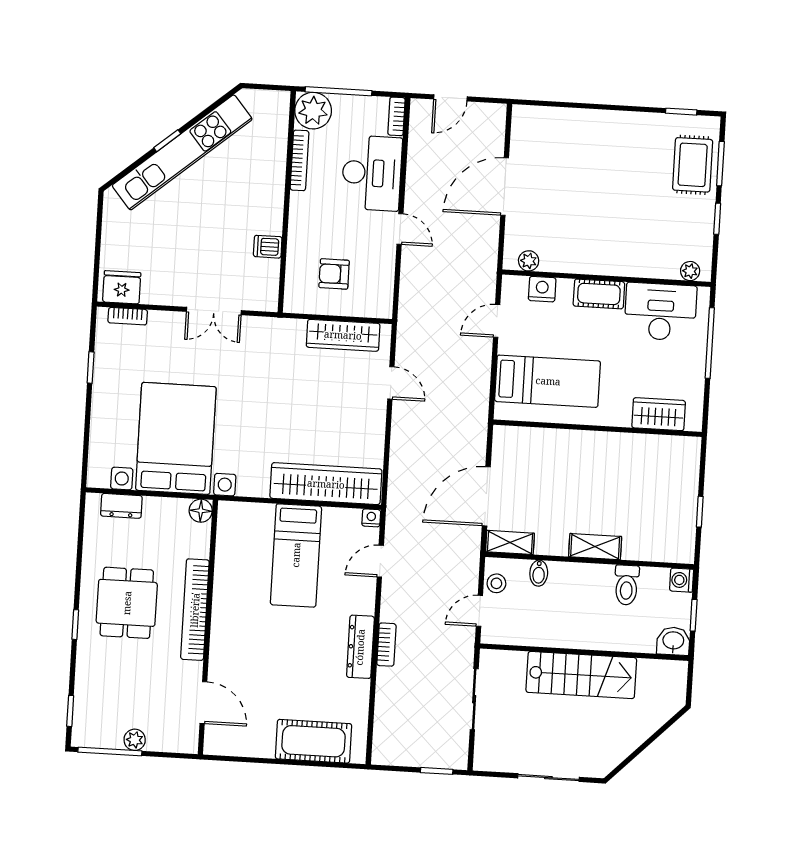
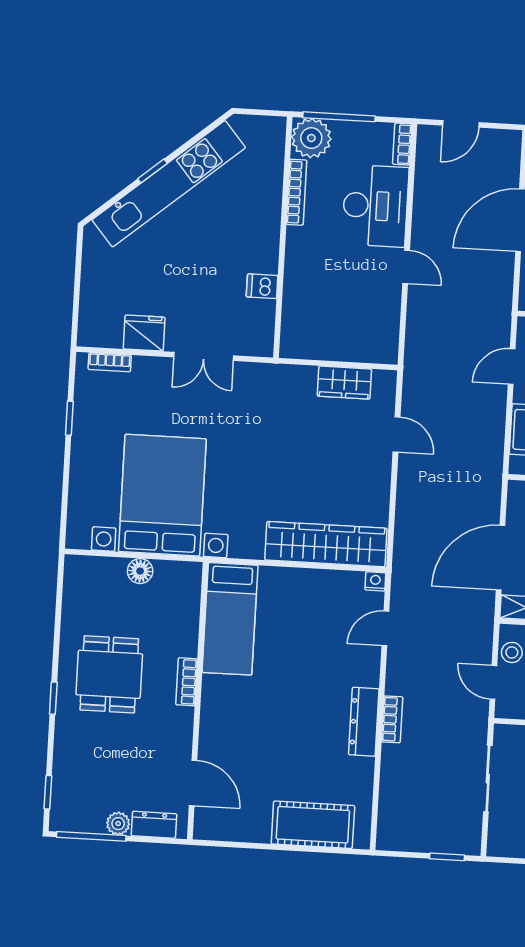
armchair: (334, 274) -> (334, 316), removed
fridge: (122, 287) -> (144, 333), moved
wardrobe: (343, 335) -> (344, 383), width x0.67
dresser: (121, 506) -> (154, 825), moved, turned 180
floor lamp: (201, 511) -> (140, 571), moved
bed: (296, 555) -> (230, 619), moved
bookcase: (195, 610) -> (187, 682), width x0.43, depth x0.76
door: (479, 611) -> (493, 682), hinge flipped

